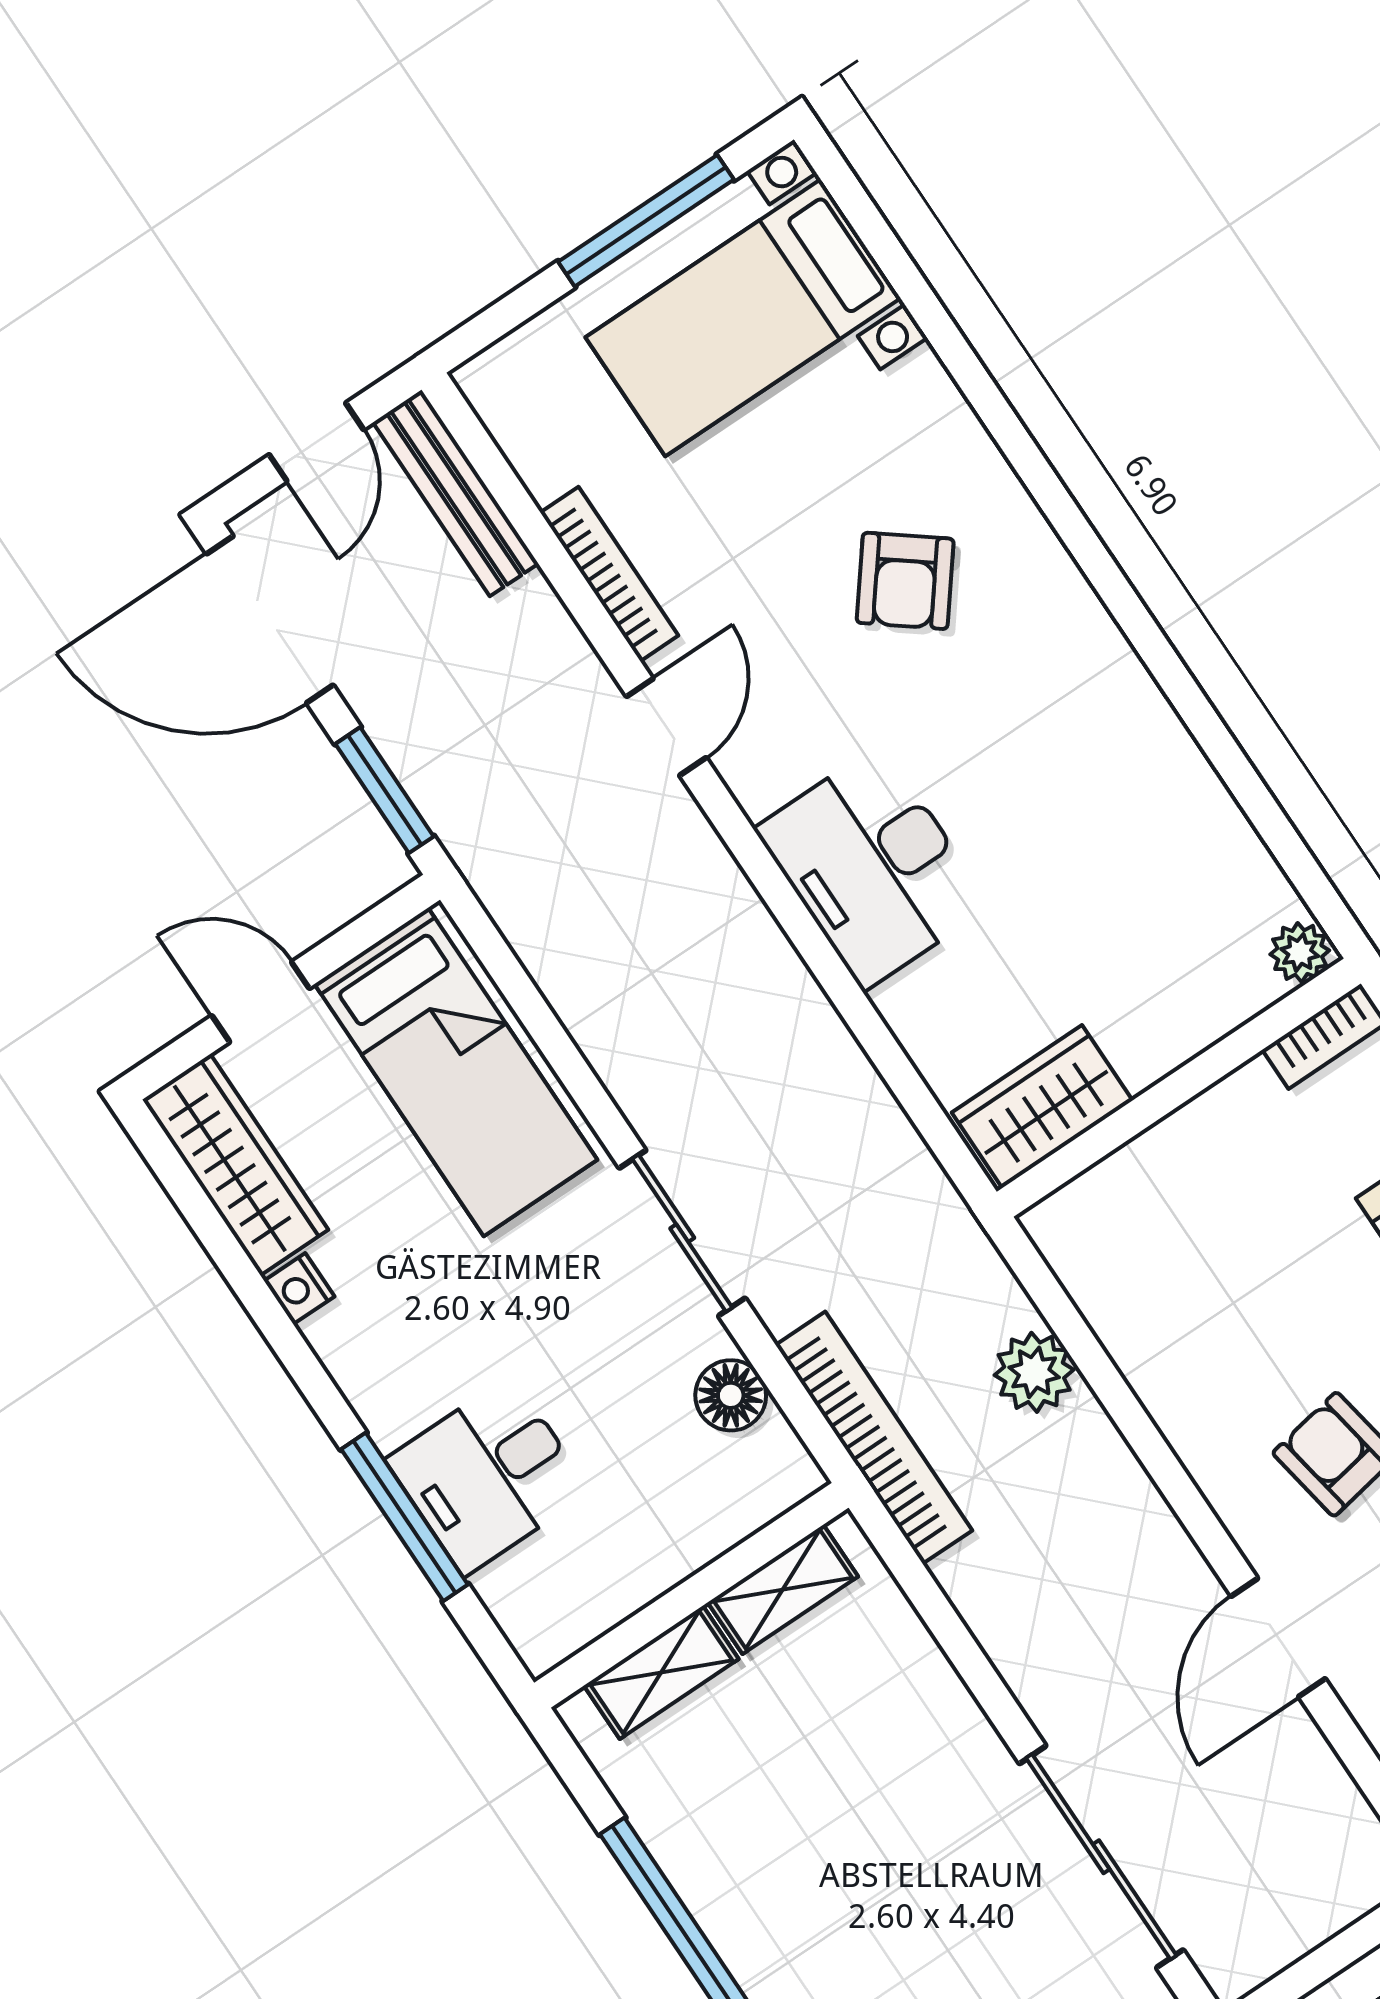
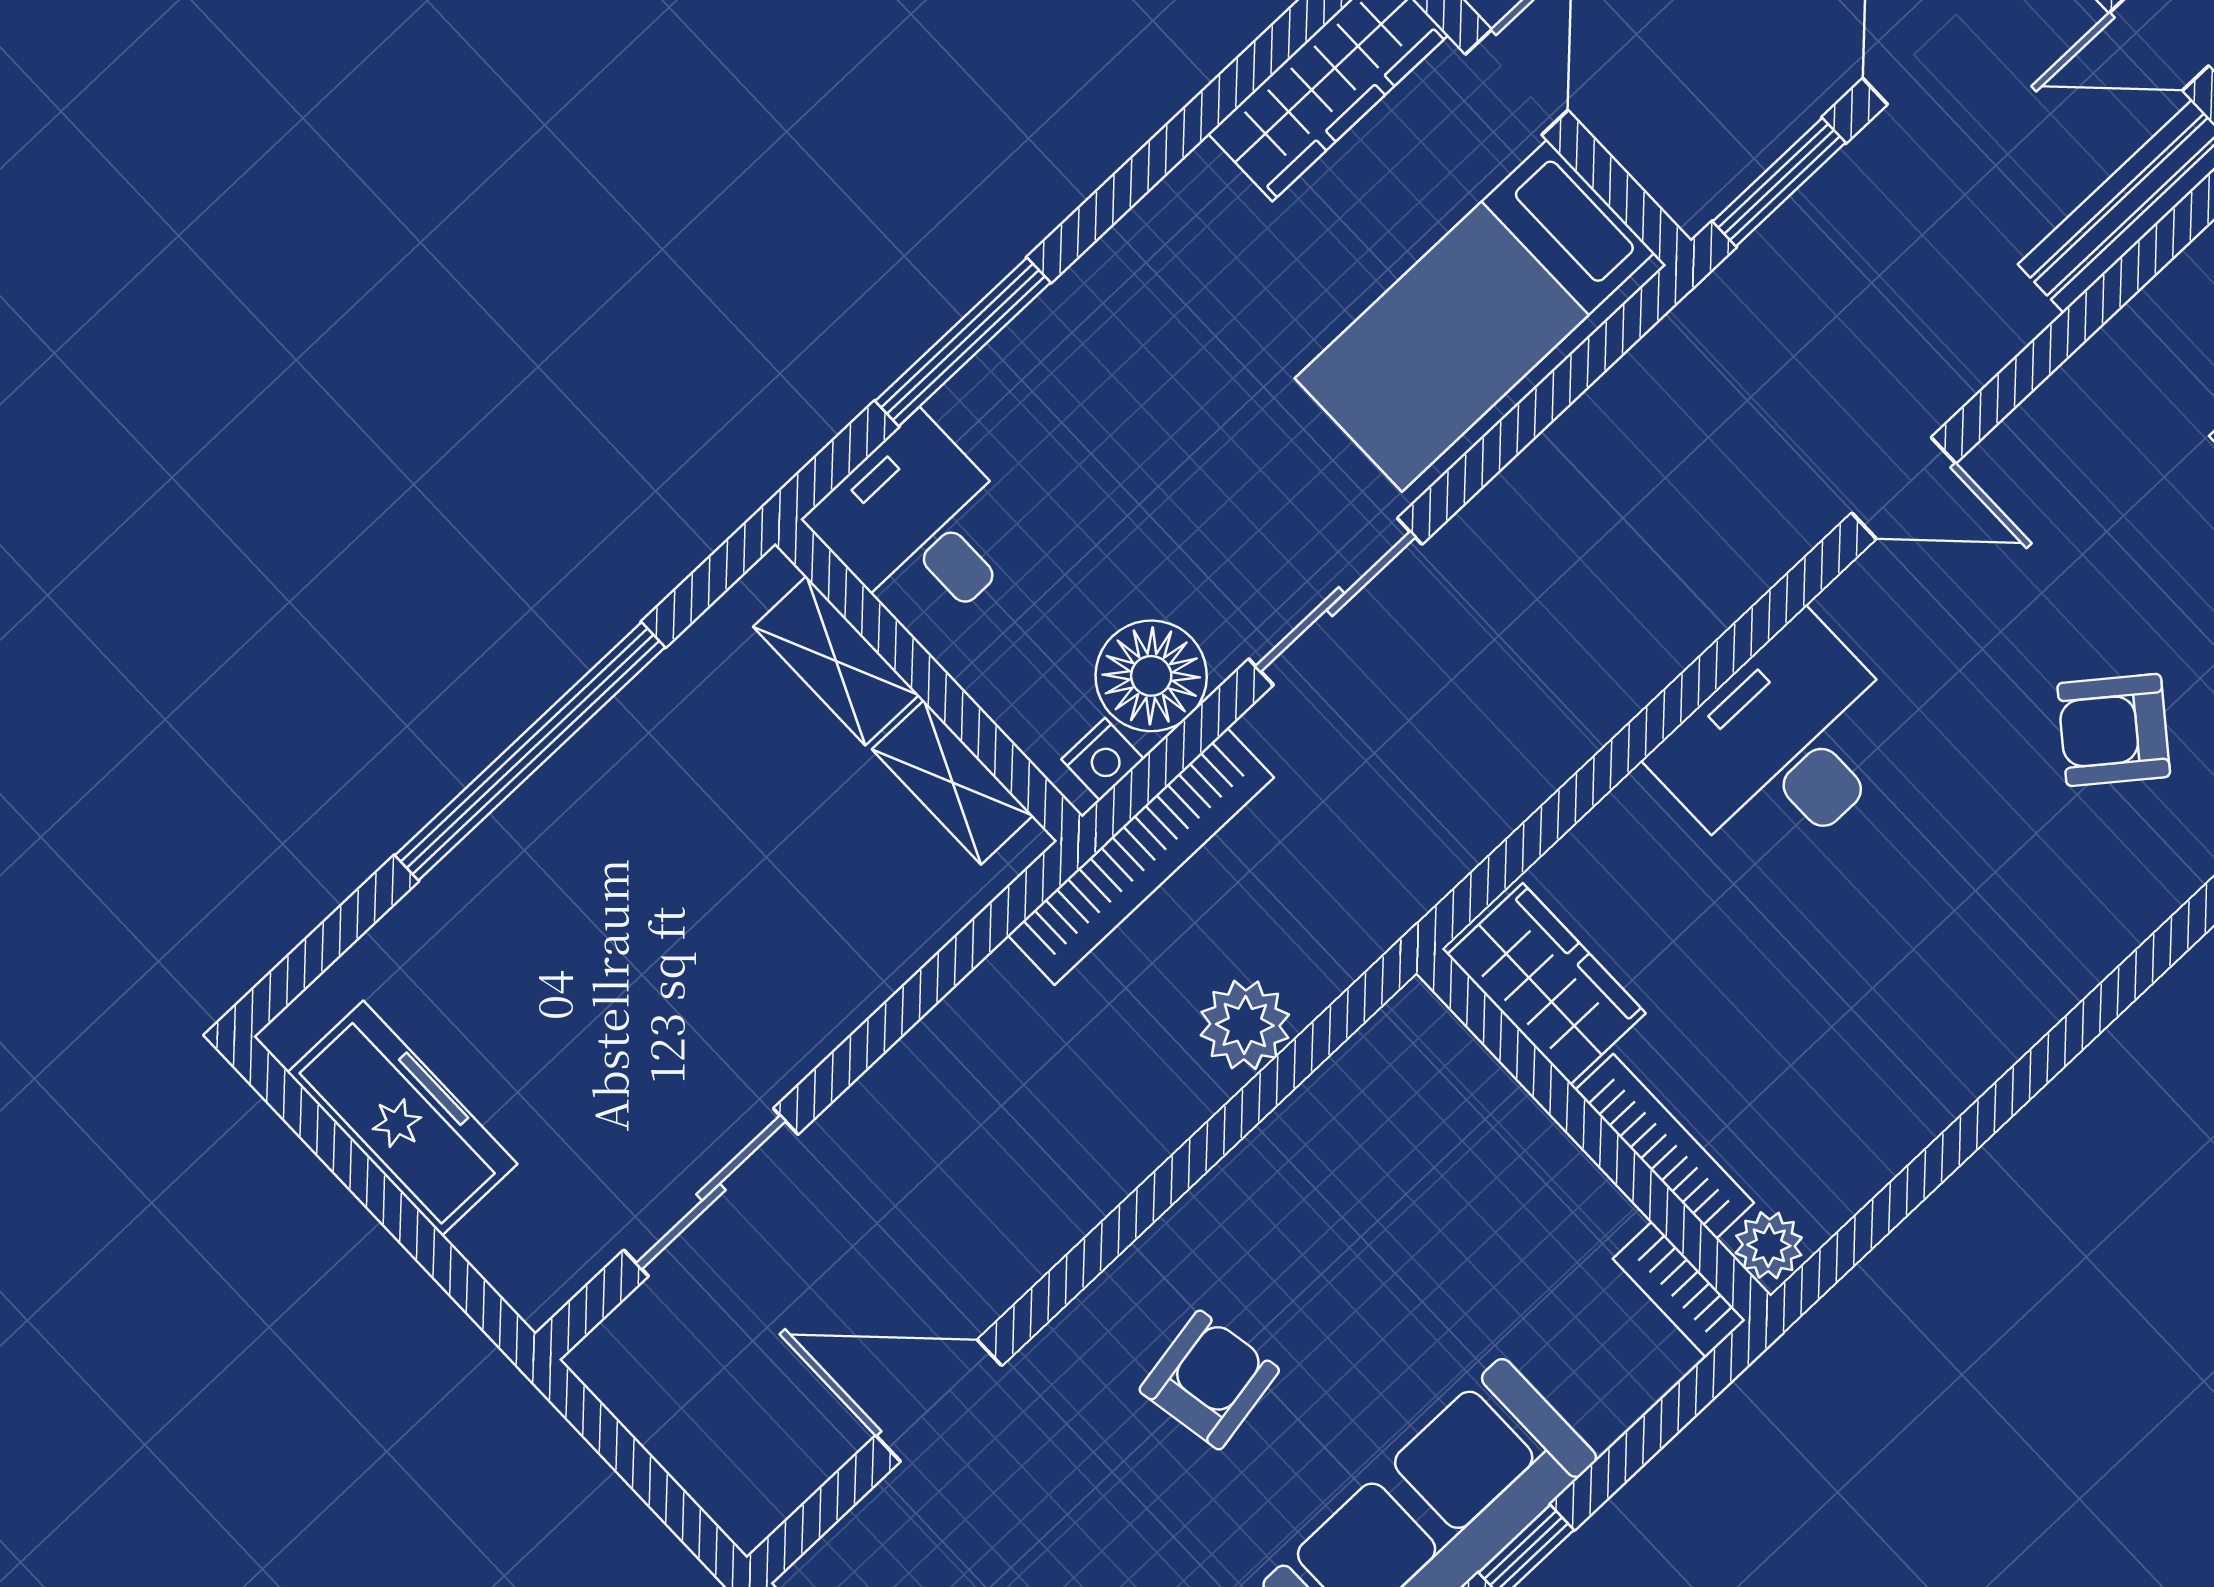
bookcase: (609, 574) -> (1665, 1146), moved, turned -90
nightstand: (299, 1289) -> (1103, 759), moved, turned 180
floor lamp: (731, 1395) -> (1151, 676), width x1.38, depth x1.38
desk: (488, 1476) -> (920, 527), moved
door: (1278, 1637) -> (939, 1400), moved
sliding door: (1101, 1857) -> (711, 1192), width x0.73

